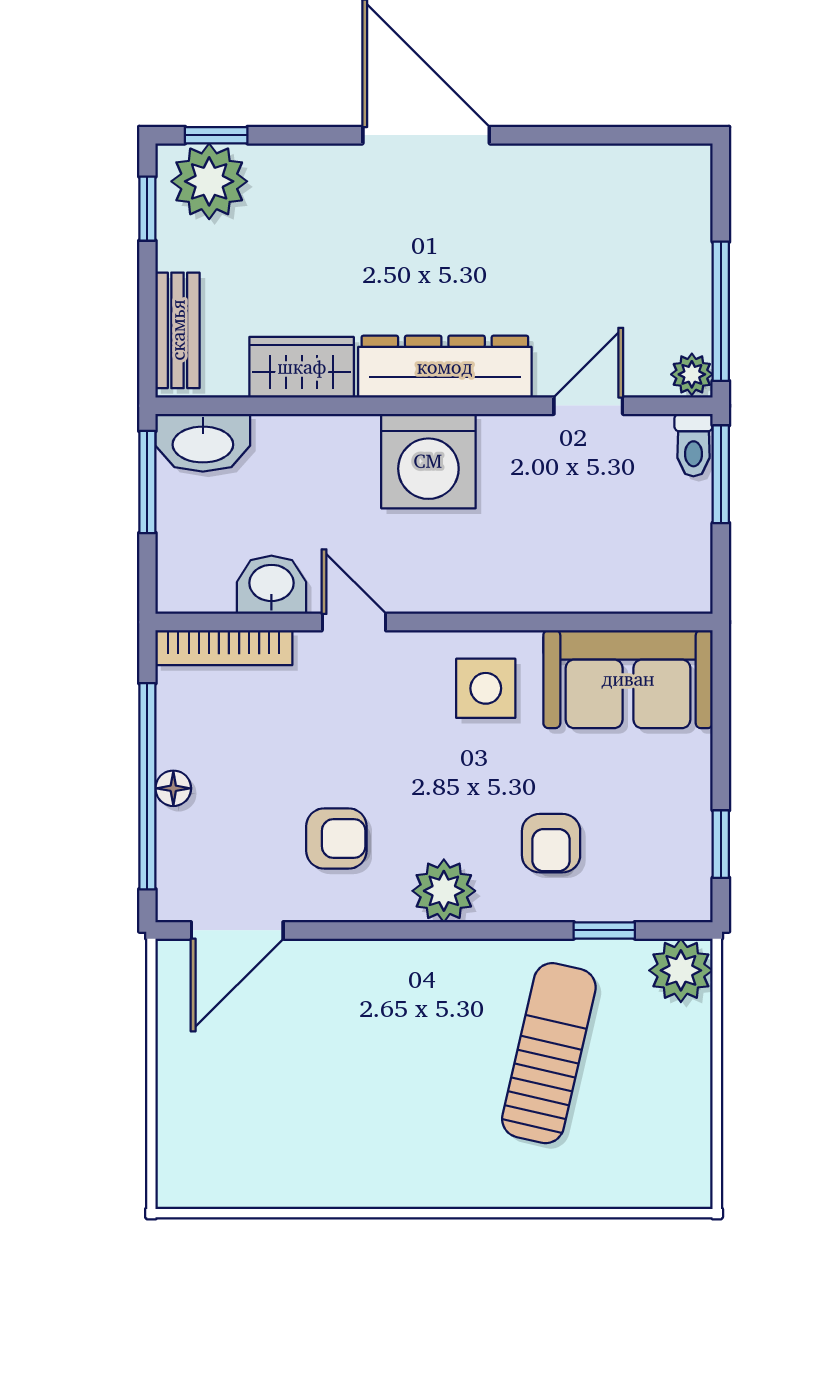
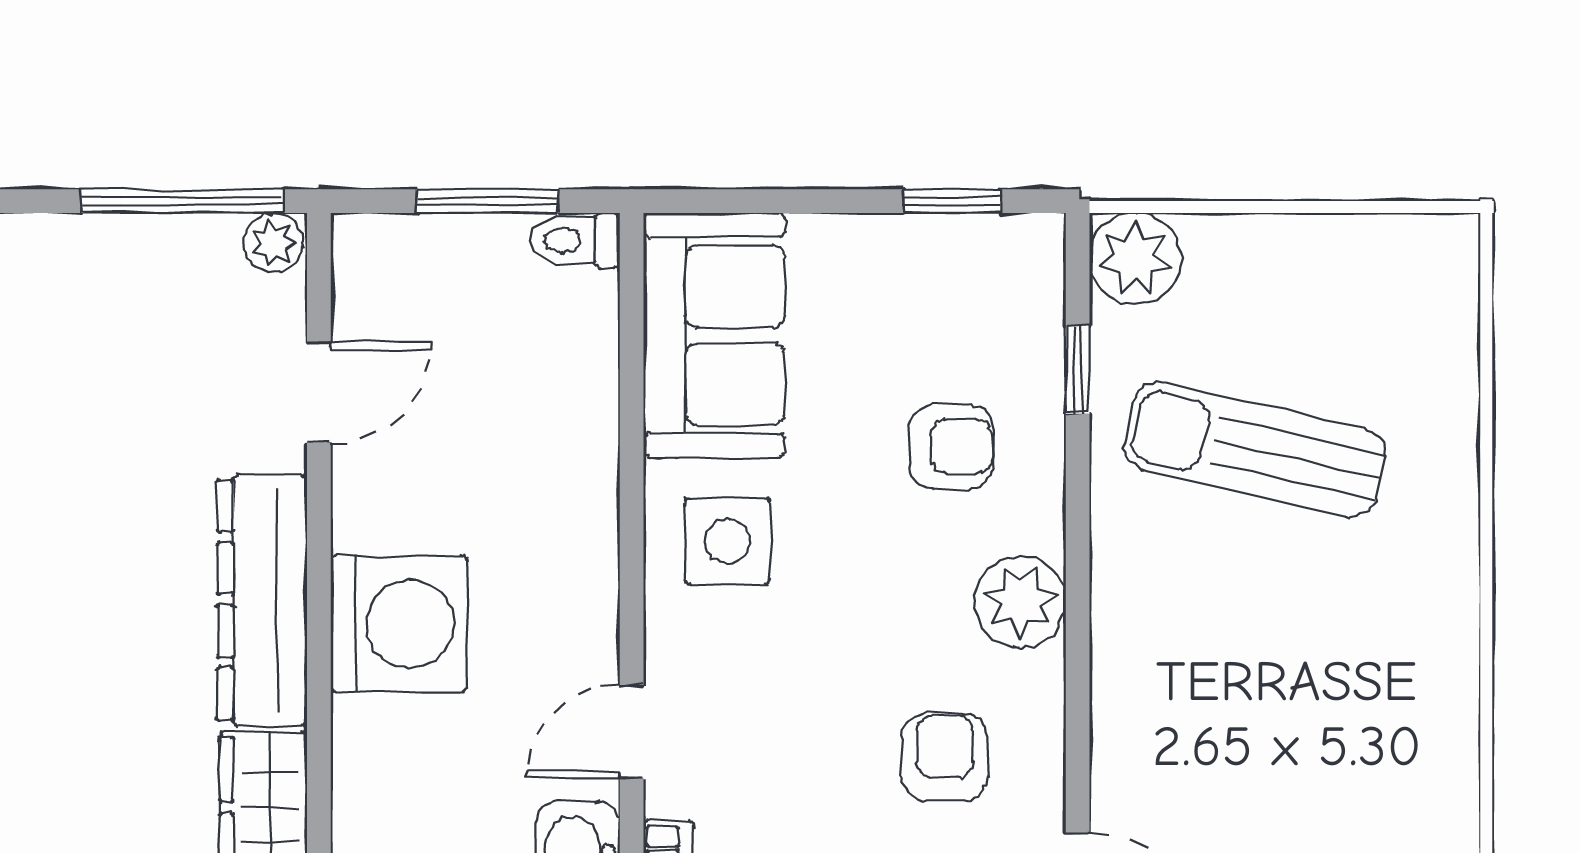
door: (588, 406) -> (319, 393), swing flipped
toilet: (693, 445) -> (575, 241), moved, turned 180
window: (721, 474) -> (487, 201), moved

